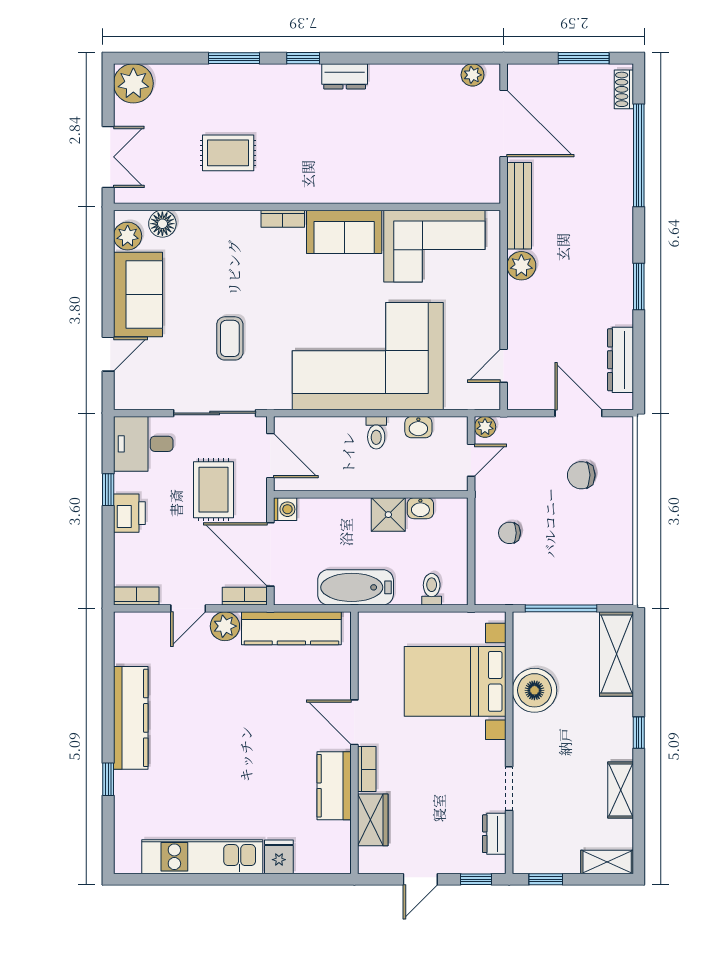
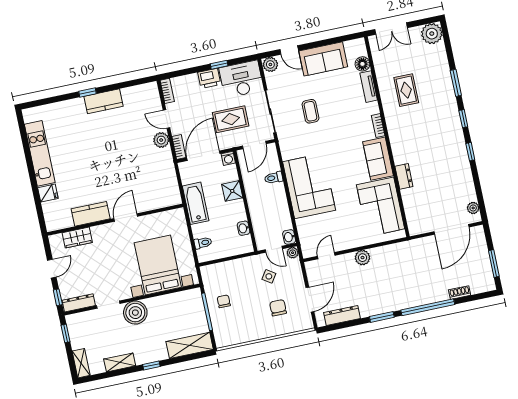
window: (367, 58) -> (470, 152), added
dresser: (345, 76) -> (404, 176), moved, turned 180
shoe rack: (624, 89) -> (460, 293), moved
window: (639, 155) -> (428, 307), moved
bench: (519, 206) -> (411, 246), removed
tv unit: (207, 221) -> (369, 87), added
plant: (128, 236) -> (270, 64), moved
plant: (521, 266) -> (363, 258), moved
coffee table: (230, 338) -> (310, 111), turned 90
corner sofa: (368, 356) -> (309, 186), width x0.73, depth x0.74
door: (504, 366) -> (326, 256), hinge flipped
washbasin: (418, 427) -> (289, 237), moved
toilet: (376, 433) -> (274, 178), moved
desk: (143, 444) -> (241, 79), width x1.37
side table: (520, 480) -> (269, 276), added
shower: (388, 515) -> (232, 191), moved
chair: (510, 533) -> (224, 301), moved
kitchen counter: (291, 628) -> (167, 175), removed
boiler: (534, 690) -> (135, 313), moved
kitchen counter: (131, 718) -> (104, 101), width x0.67
bookcase: (367, 769) -> (103, 229), removed
window: (108, 779) -> (87, 93), moved
dresser: (494, 834) -> (79, 303), width x1.44
door: (420, 879) -> (52, 269), swing flipped

